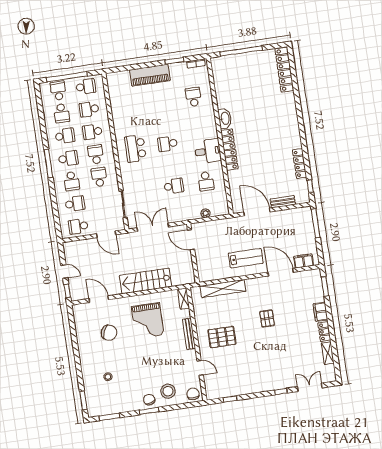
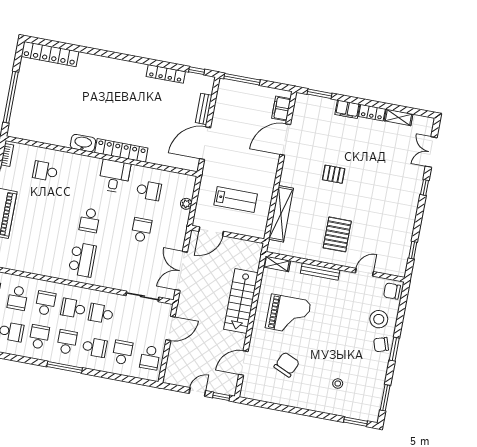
school desk: (92, 132) -> (45, 303), turned 180
school desk: (135, 149) -> (82, 260), turned -90
lab bench: (246, 258) -> (236, 200), moved, turned 90

